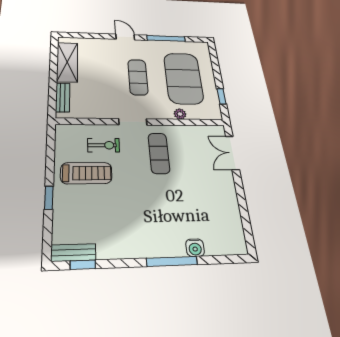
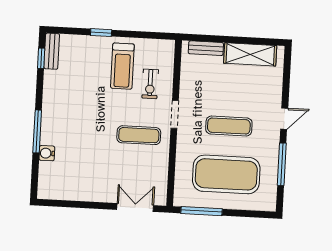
window: (221, 96) -> (202, 211), width x2.17
plant: (180, 114) -> (182, 163), removed

